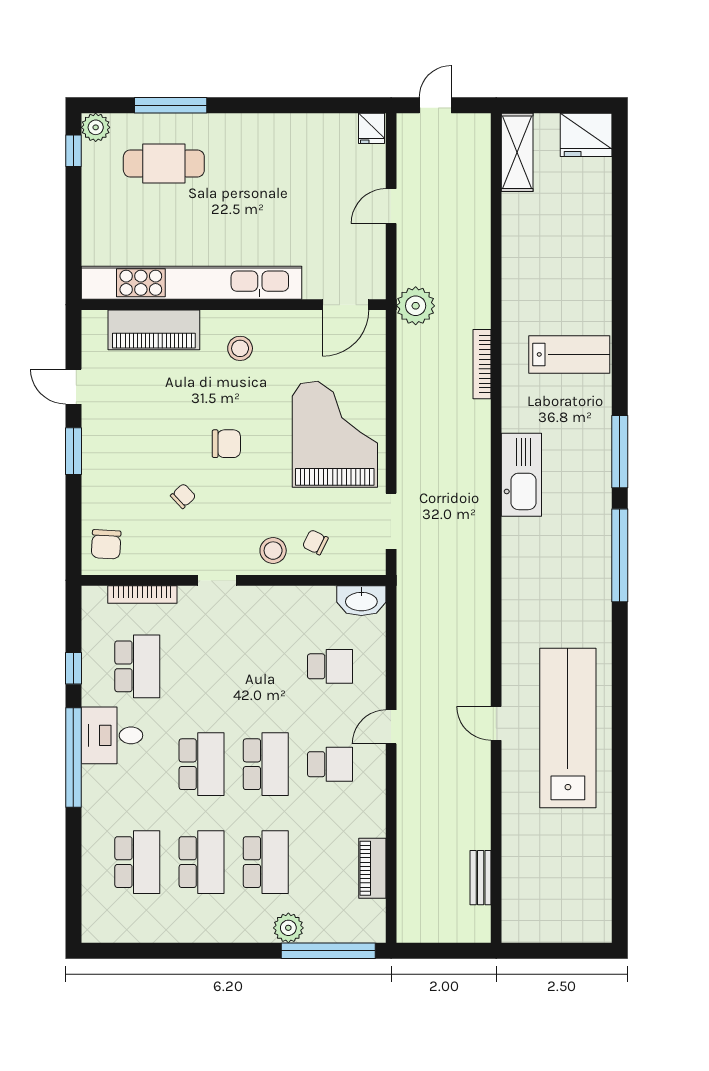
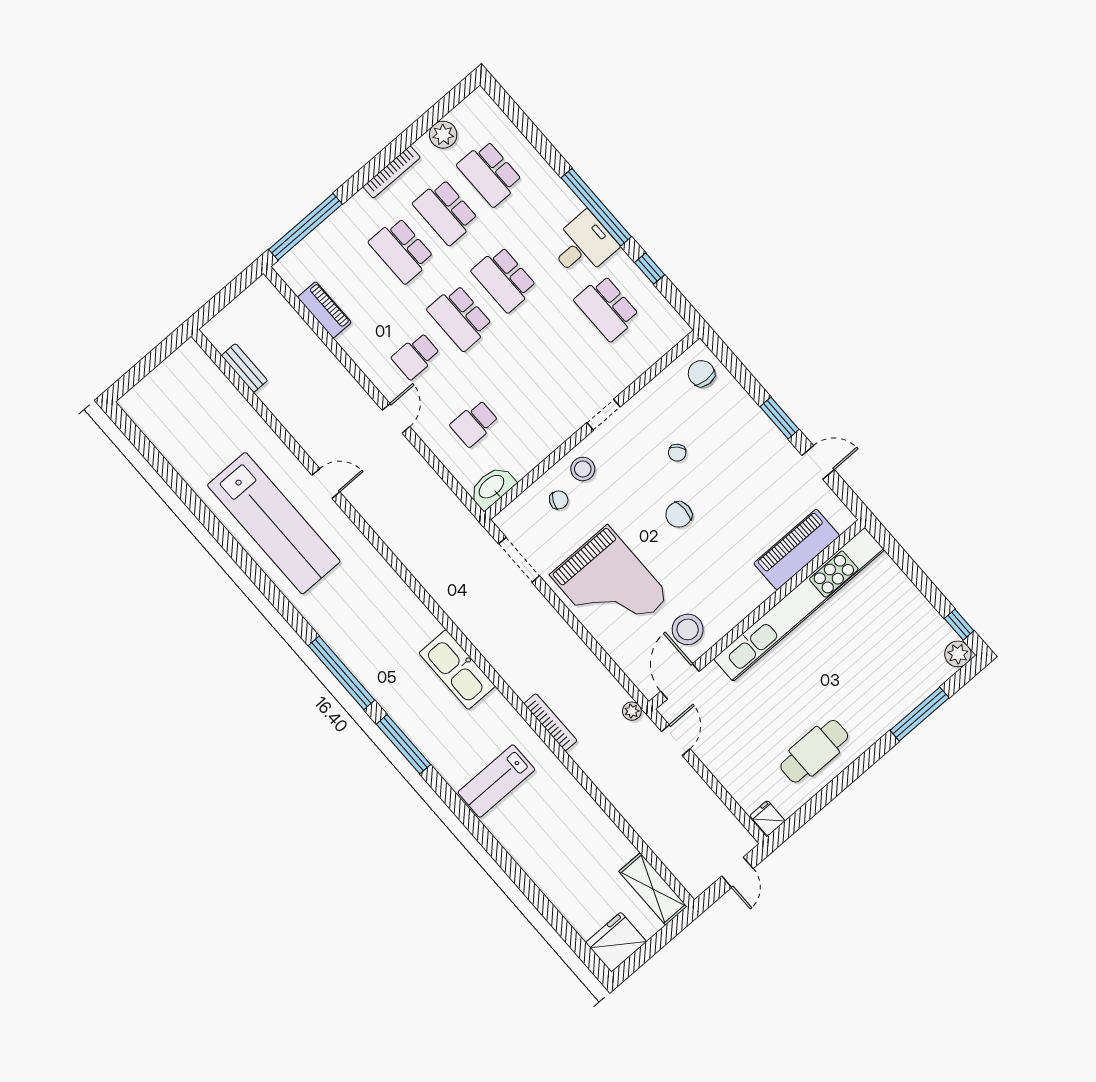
cafe table: (164, 163) -> (814, 751), moved
door: (391, 206) -> (676, 740), moved
plant: (416, 306) -> (632, 711), width x0.53, depth x0.53
stool: (240, 348) -> (688, 629), moved, width x1.38, depth x1.38
bookcase: (142, 595) -> (392, 172), moved, turned 180
plant: (288, 928) -> (443, 135), moved

